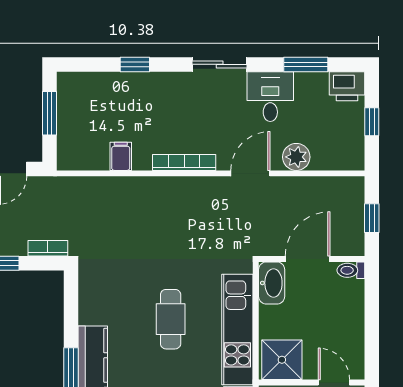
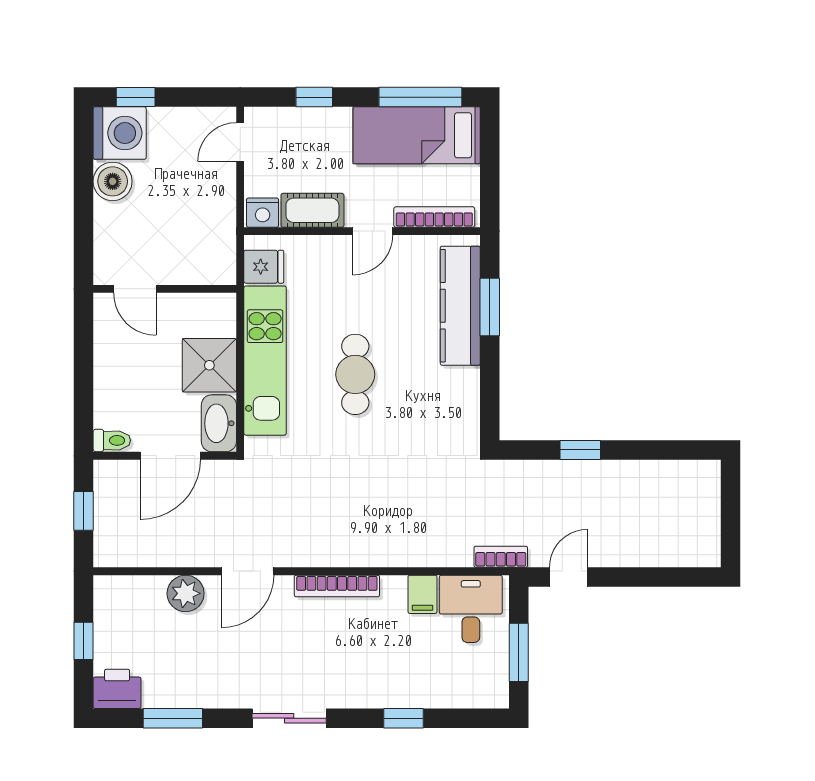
desk: (270, 97) -> (471, 609), moved, turned 180
bookcase: (48, 248) -> (501, 557), moved, turned 180
shower: (282, 360) -> (209, 365), moved

